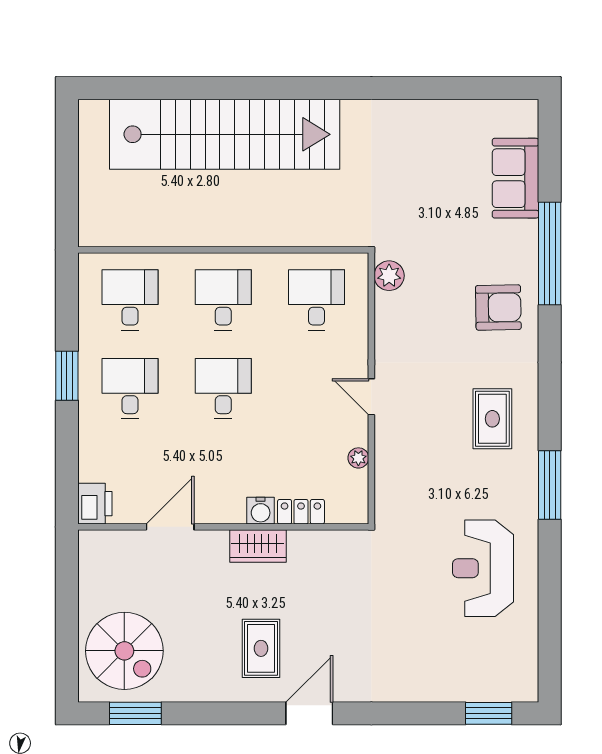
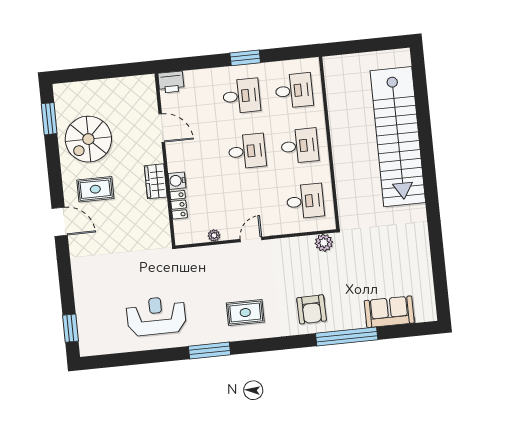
spiral stairs: (124, 651) -> (88, 139), moved

